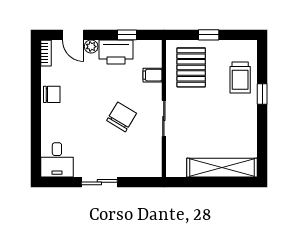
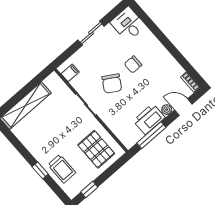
window: (127, 35) -> (151, 135), width x2.17
window: (209, 35) -> (89, 189), moved
filing cabinet: (152, 75) -> (70, 73), moved
trolley: (240, 78) -> (62, 169), turned 180
chair: (52, 94) -> (133, 64), moved

